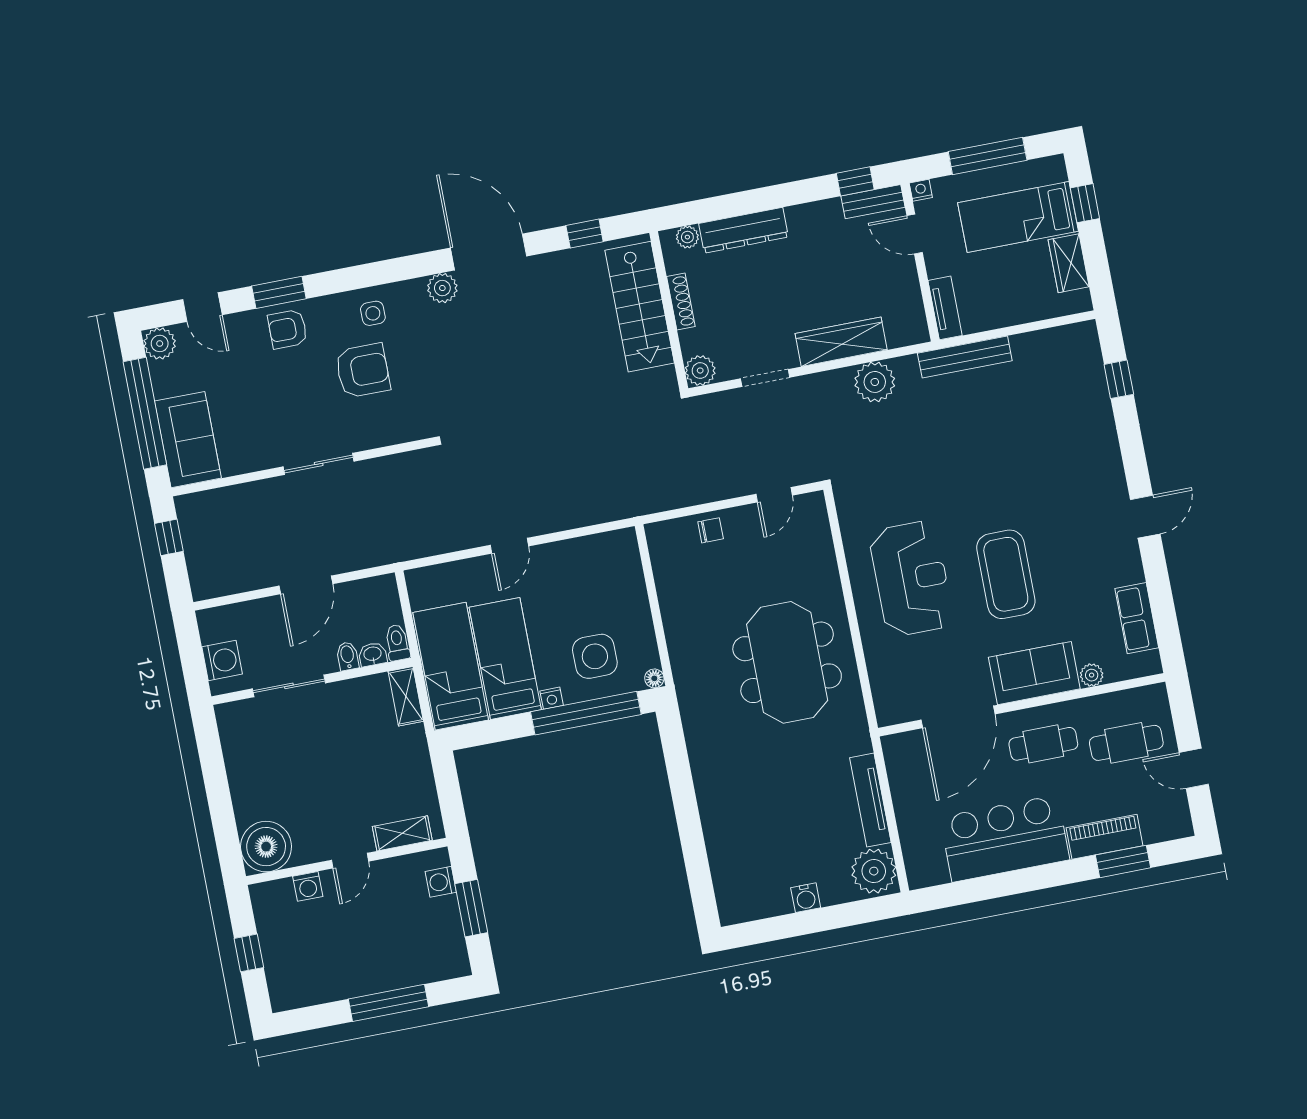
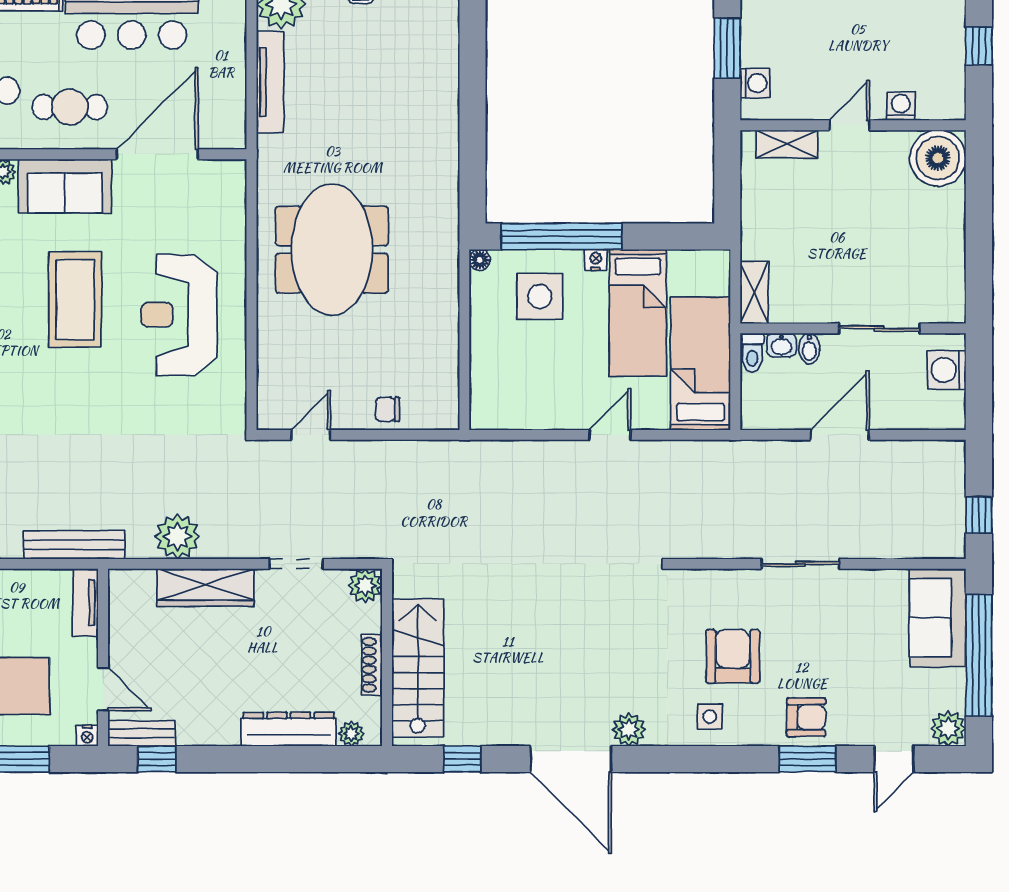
door: (202, 307) -> (894, 759), swing flipped
armchair: (363, 371) -> (733, 656), turned 90
bed: (451, 666) -> (701, 363), moved, turned 180

